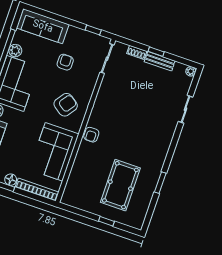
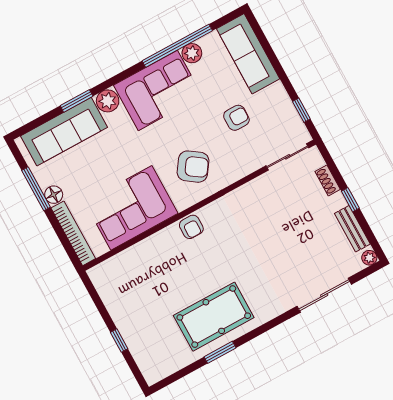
bench: (160, 61) -> (352, 229), moved
sliding door: (186, 109) -> (324, 295), width x1.37
armchair: (91, 135) -> (191, 227), turned -90
pool table: (120, 185) -> (214, 317), moved

